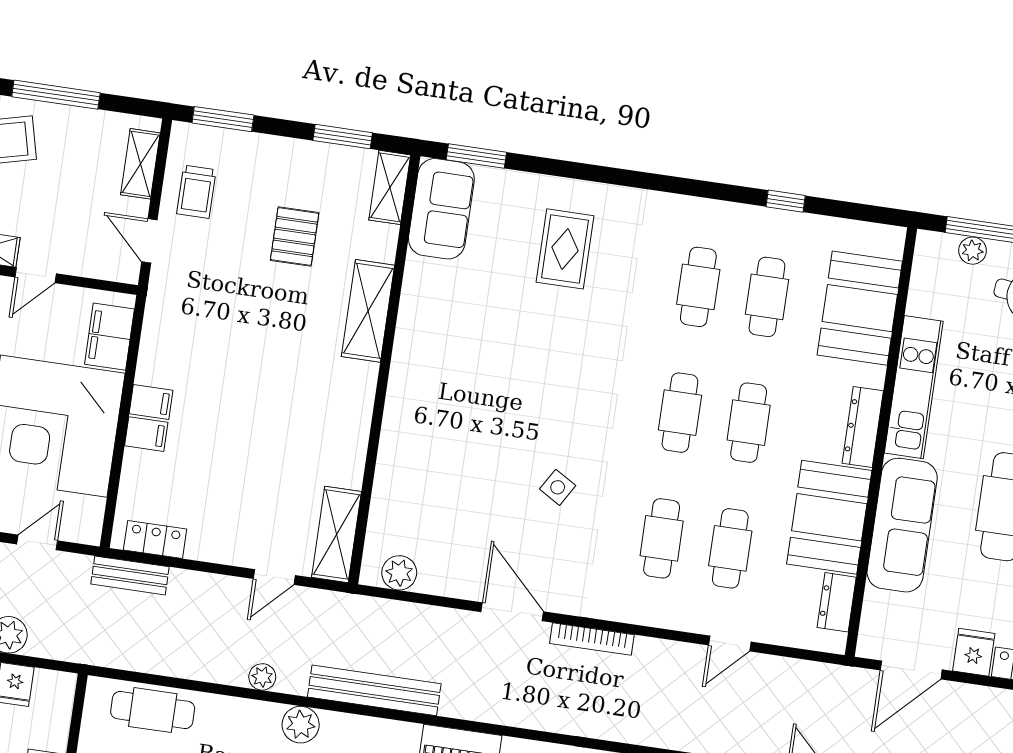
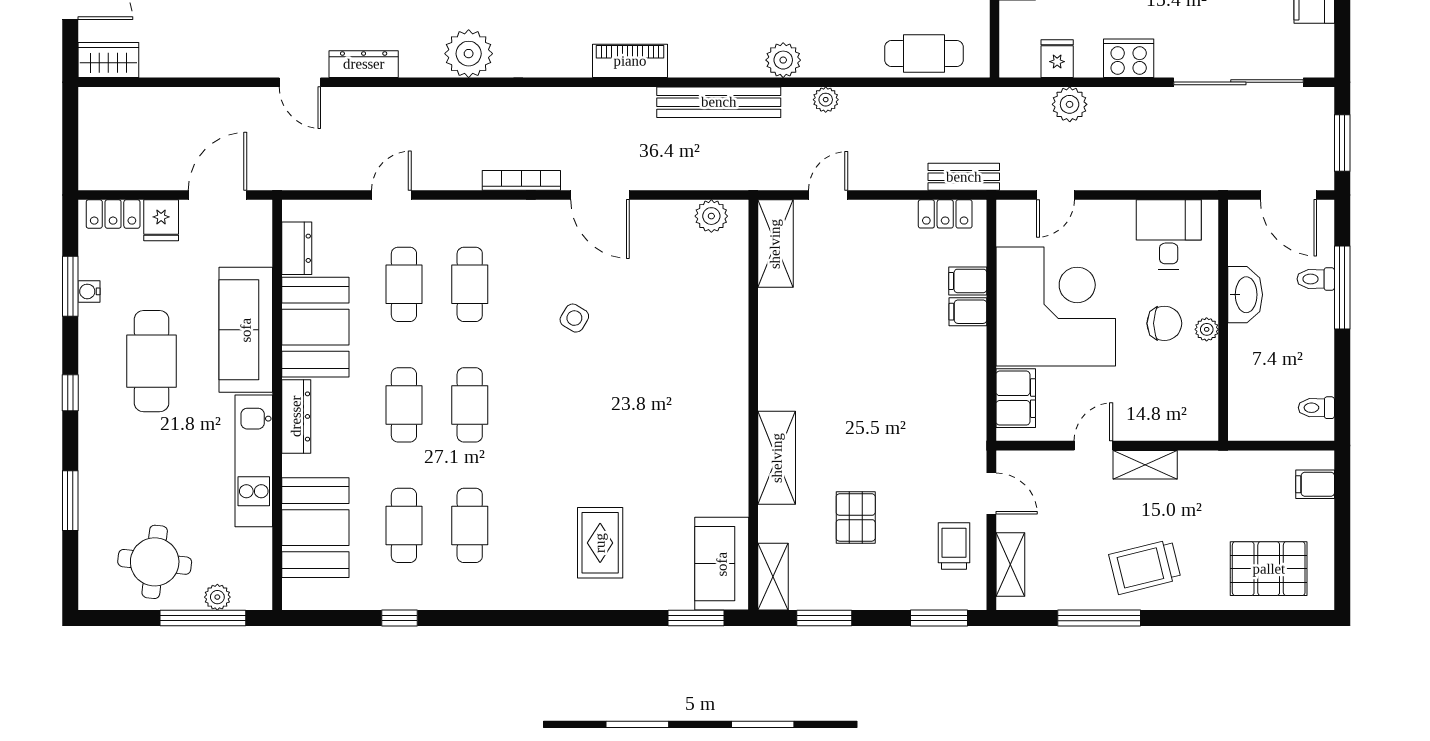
filing cabinet: (151, 402) -> (968, 281), moved

